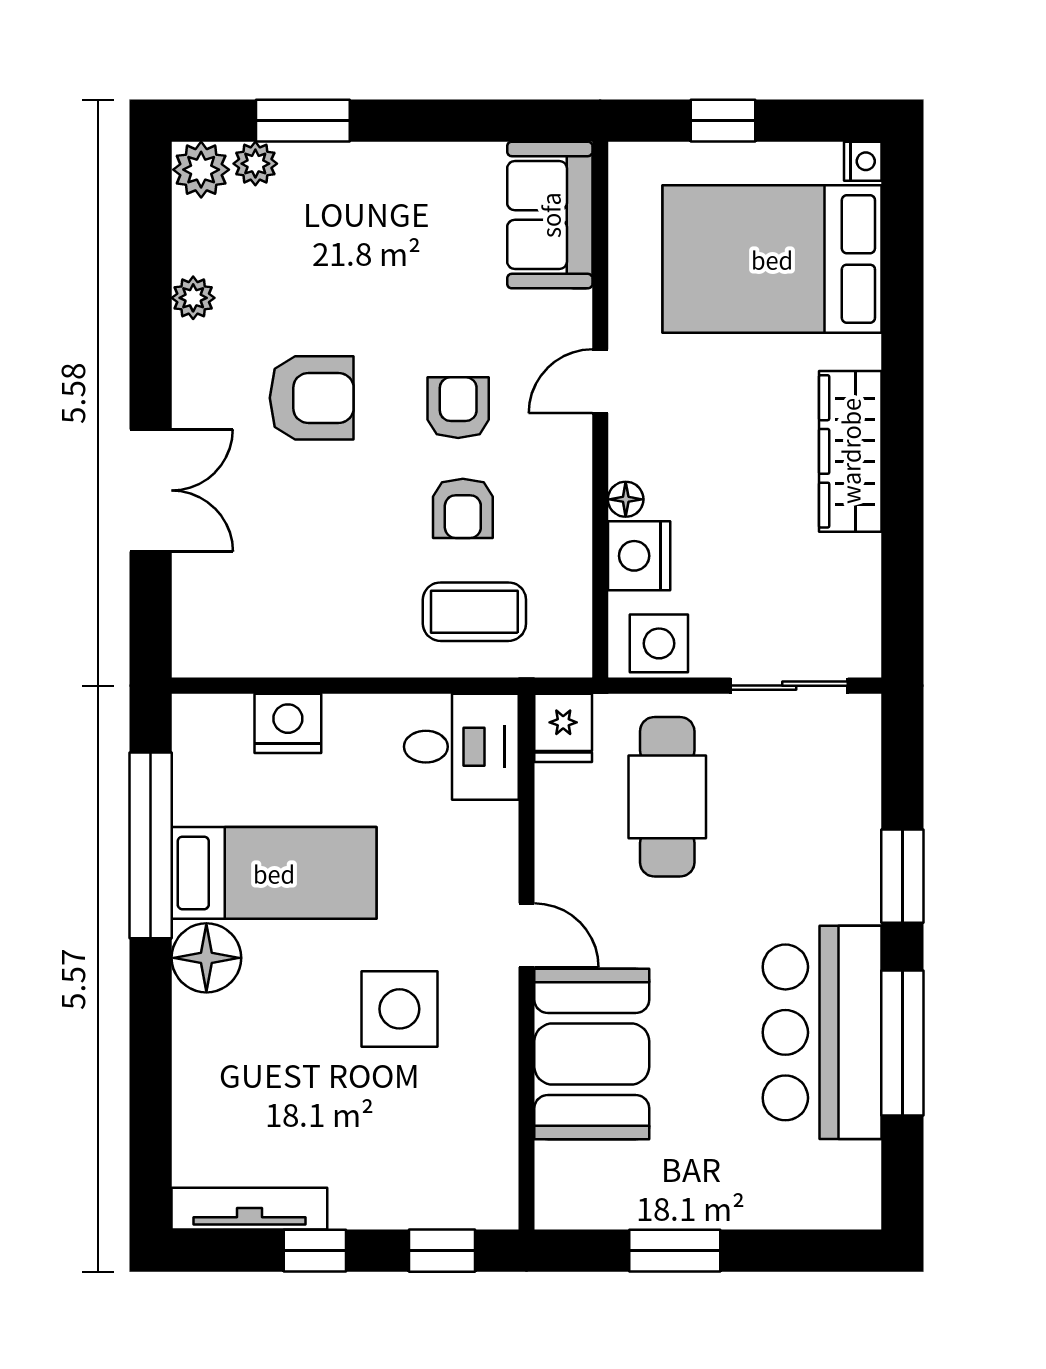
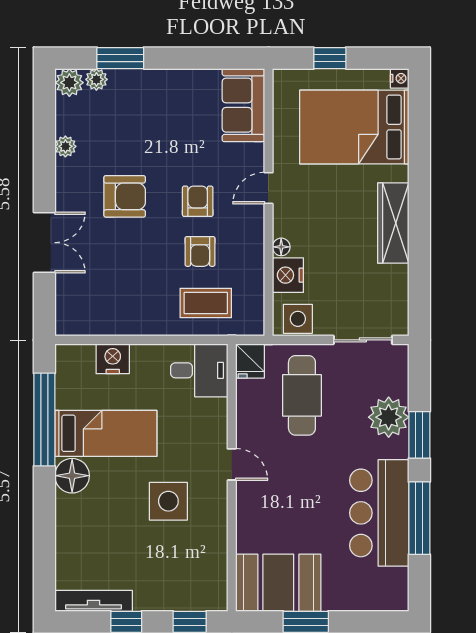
plant: (841, 841) -> (389, 417), added
booth: (592, 1054) -> (278, 583), moved, turned 90

